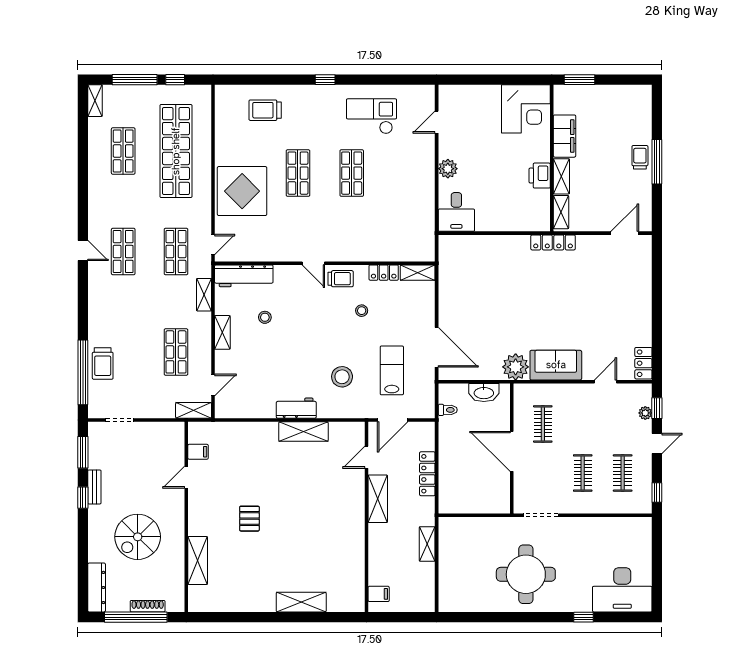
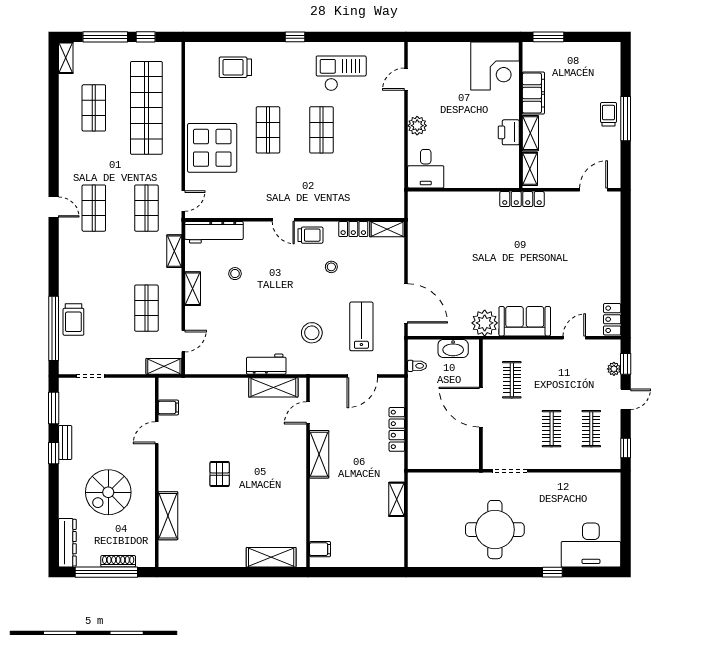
door: (367, 457) -> (308, 413), moved
shelving: (378, 499) -> (319, 454), moved
wall: (367, 517) -> (308, 472), moved
filing cabinet: (379, 594) -> (320, 549), moved

